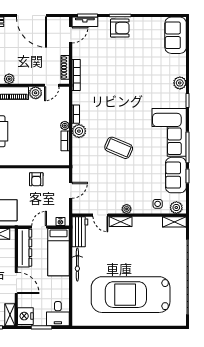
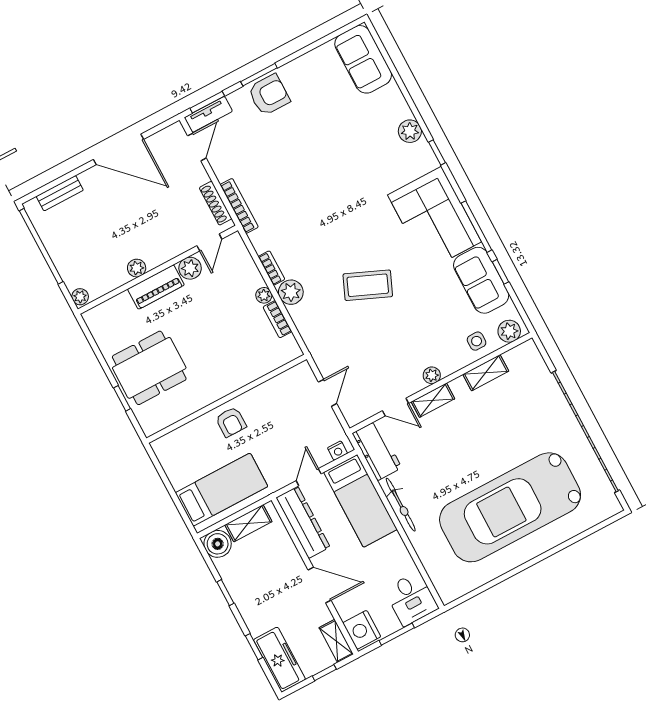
armchair: (36, 179) -> (231, 422), moved
shelving: (174, 222) -> (486, 373), moved

